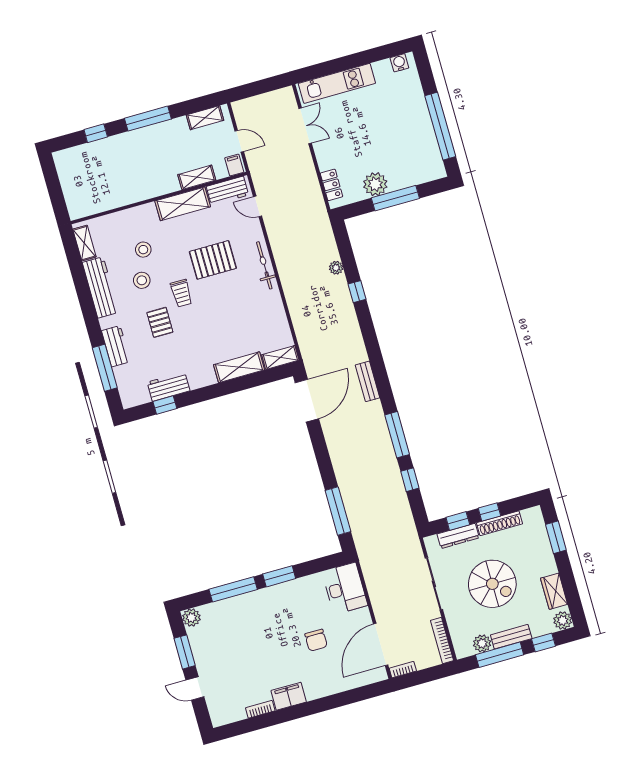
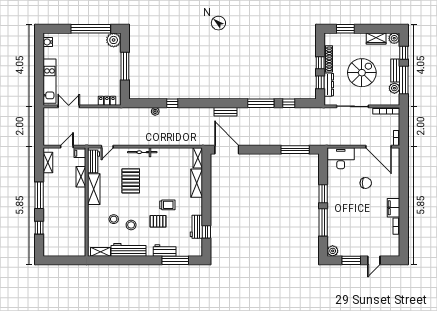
plant: (375, 184) -> (114, 40), moved
trolley: (181, 293) -> (167, 205), moved

